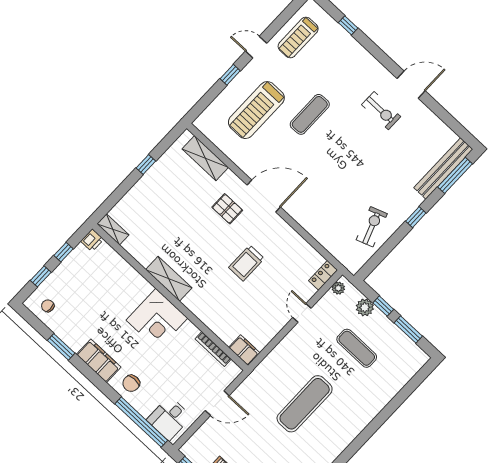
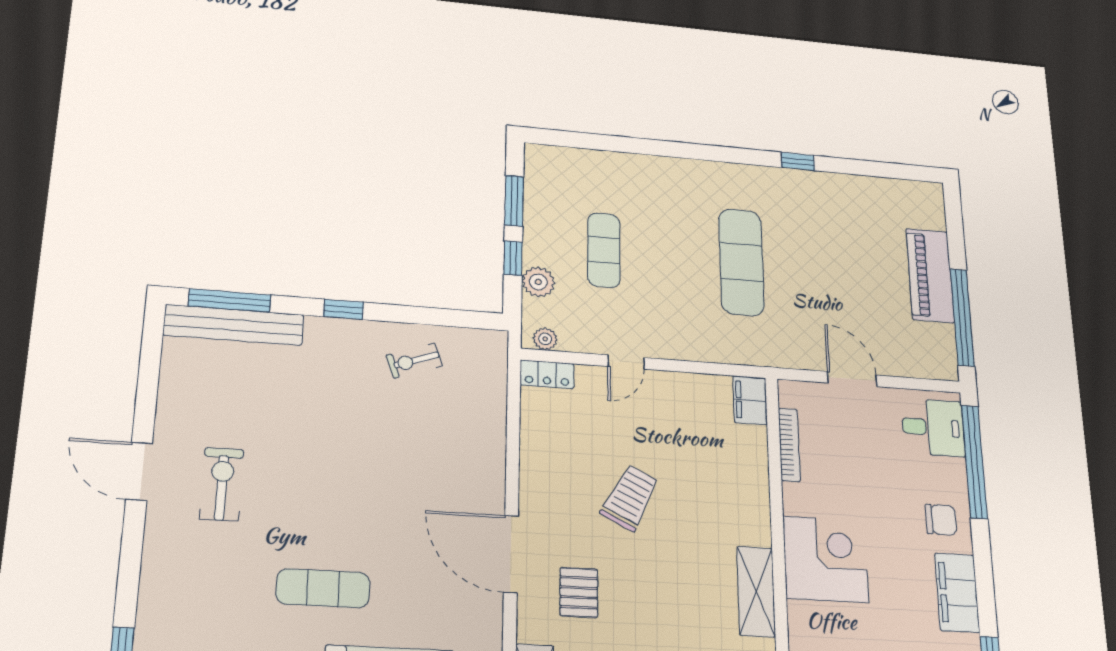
exercise bike: (372, 227) -> (414, 361), width x0.73, depth x0.72
trolley: (246, 263) -> (630, 498), turned -63
exercise mat: (305, 404) -> (741, 262), turned 90

